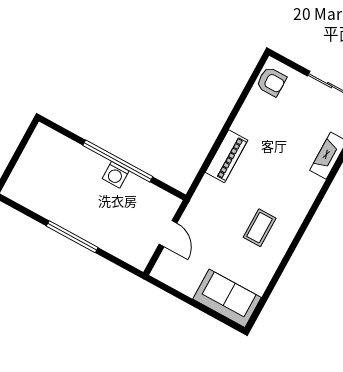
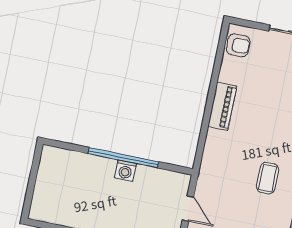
piano: (227, 156) -> (222, 106), moved

